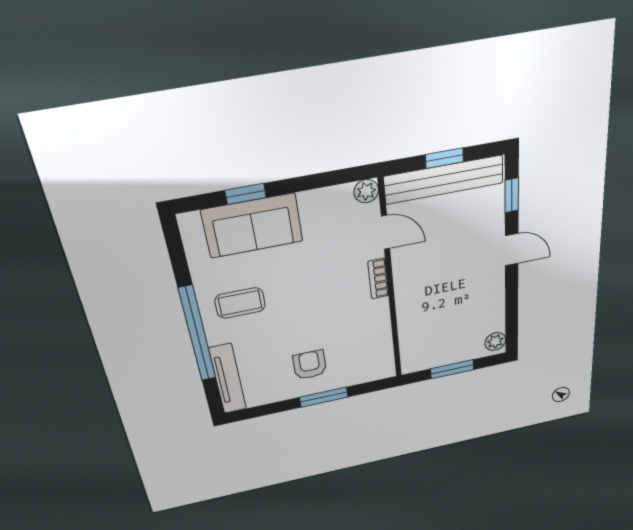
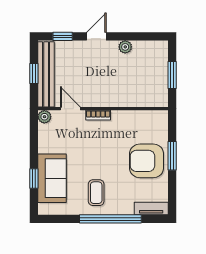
door: (385, 232) -> (70, 109), hinge flipped
plant: (495, 342) -> (125, 47), moved
armchair: (310, 365) -> (147, 161), width x1.88, depth x1.88
tv unit: (228, 379) -> (151, 209), width x0.71

